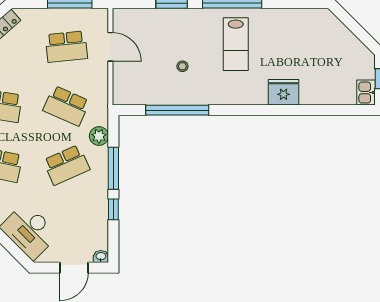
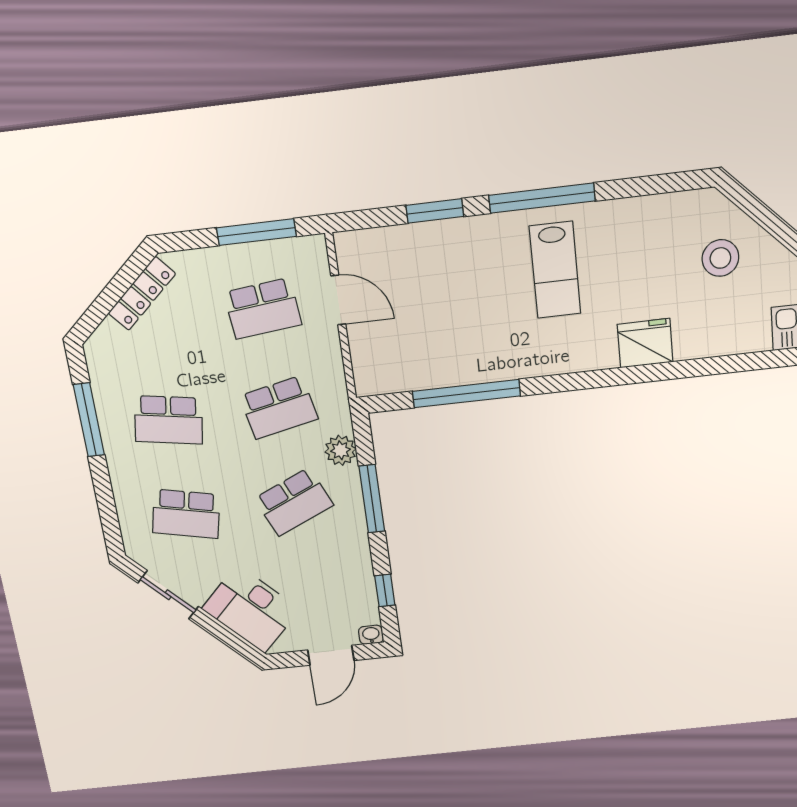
stool: (182, 66) -> (720, 258), moved, width x1.89, depth x1.89
school desk: (66, 106) -> (279, 407), turned -36
window: (113, 209) -> (385, 590), moved

